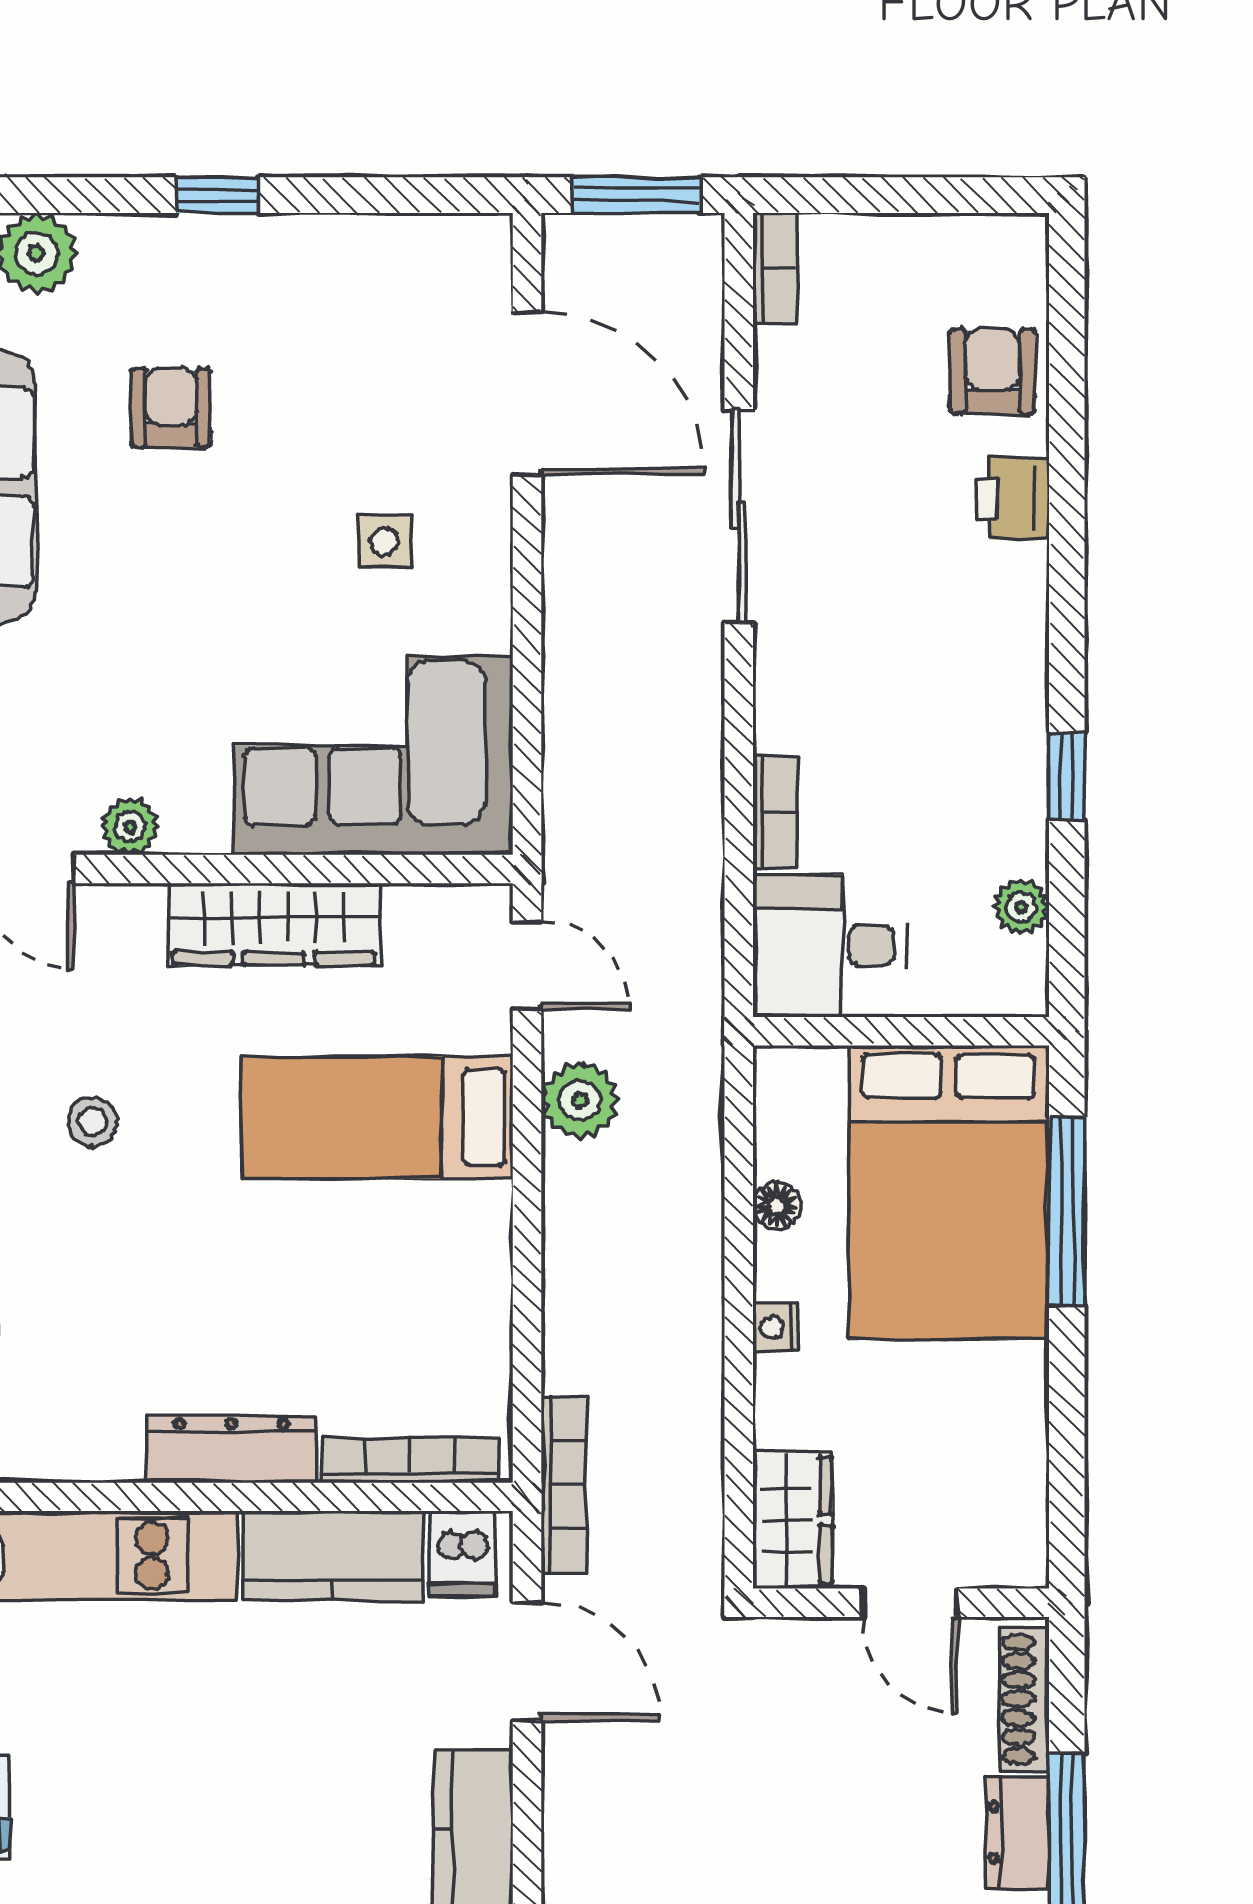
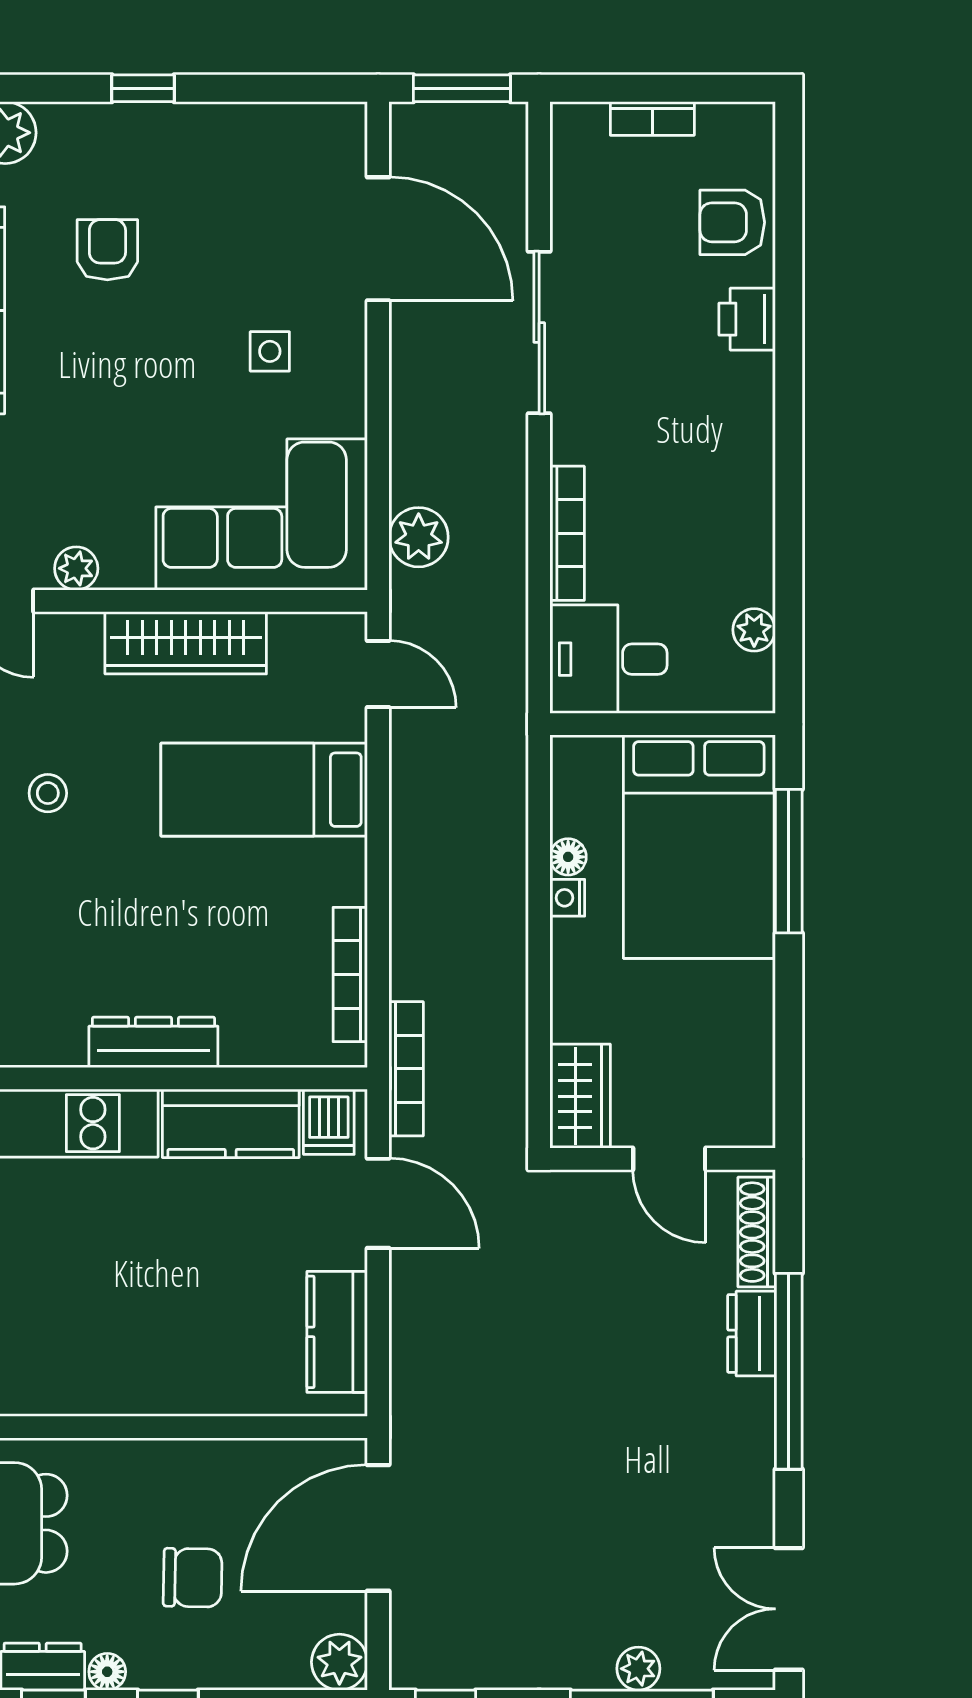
bookcase: (775, 268) -> (652, 119), moved, turned 90
armchair: (993, 371) -> (732, 222), turned -90
window: (1067, 776) -> (789, 530), removed
bookcase: (775, 812) -> (567, 533), width x1.56
plant: (580, 1100) -> (419, 537), moved
nightstand: (776, 1327) -> (567, 898), moved
bookcase: (410, 1460) -> (350, 974), moved, turned -90

